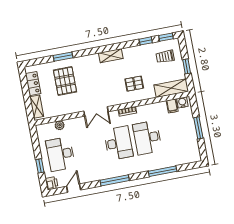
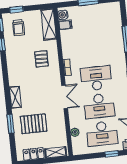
shelving: (111, 56) -> (15, 97), moved
window: (187, 66) -> (16, 9), moved
desk: (147, 138) -> (99, 106), moved

